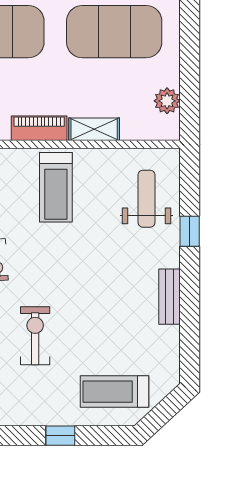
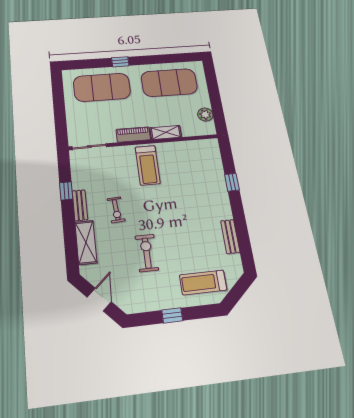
weight bench: (146, 199) -> (203, 167), removed
bench: (170, 297) -> (230, 237), moved

